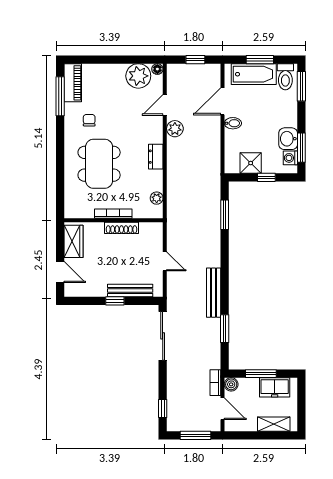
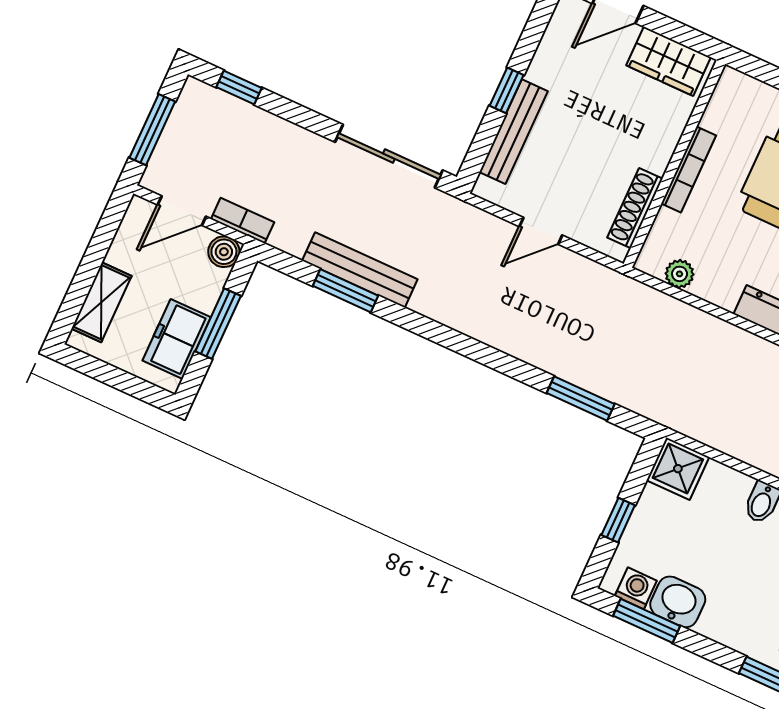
shower: (251, 163) -> (678, 469), moved
shoe rack: (121, 228) -> (635, 208), moved
bench: (214, 293) -> (360, 270), moved

